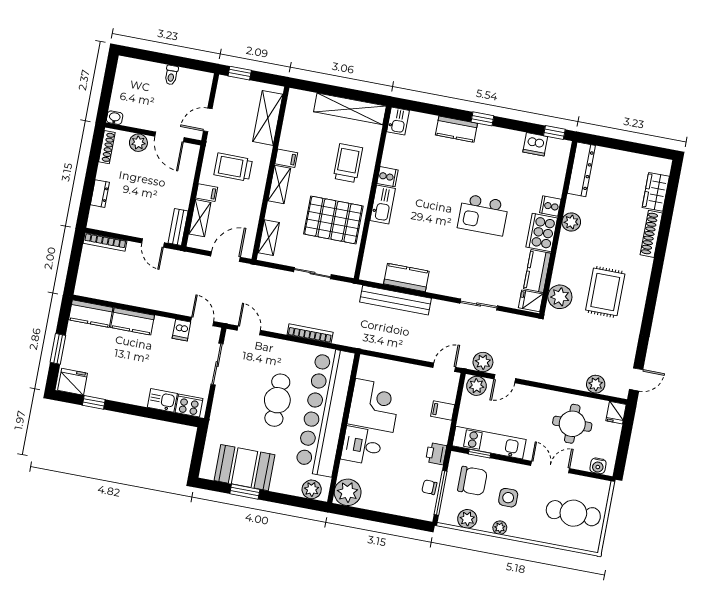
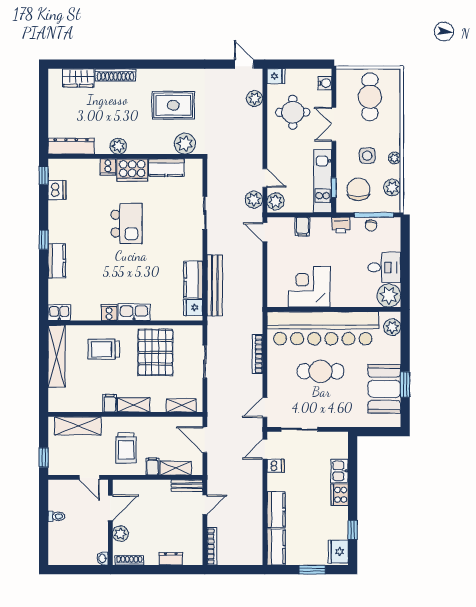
fridge: (531, 301) -> (193, 308), moved, turned 90
cooker: (189, 406) -> (340, 495), moved
desk: (362, 446) -> (384, 267), moved, turned -90

